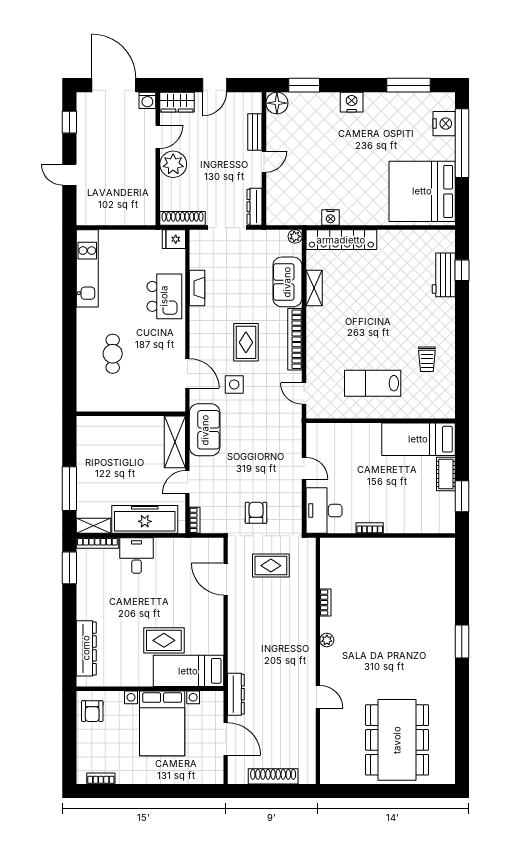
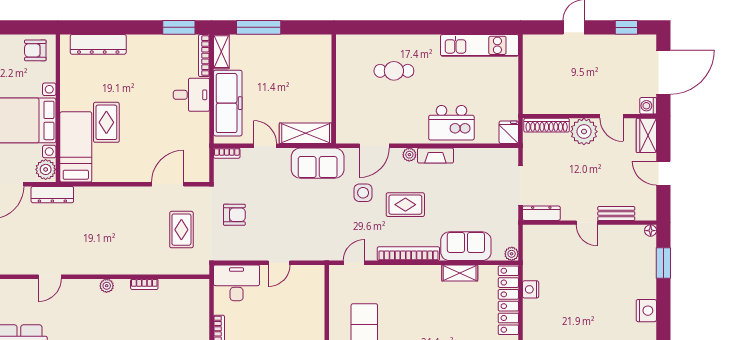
floor lamp: (277, 103) -> (651, 231), width x0.53, depth x0.53
shoe rack: (182, 218) -> (547, 125), moved, turned 90
fireplace: (197, 288) -> (435, 156), moved
plant: (196, 338) -> (409, 155), added
plant: (211, 701) -> (46, 169), added

